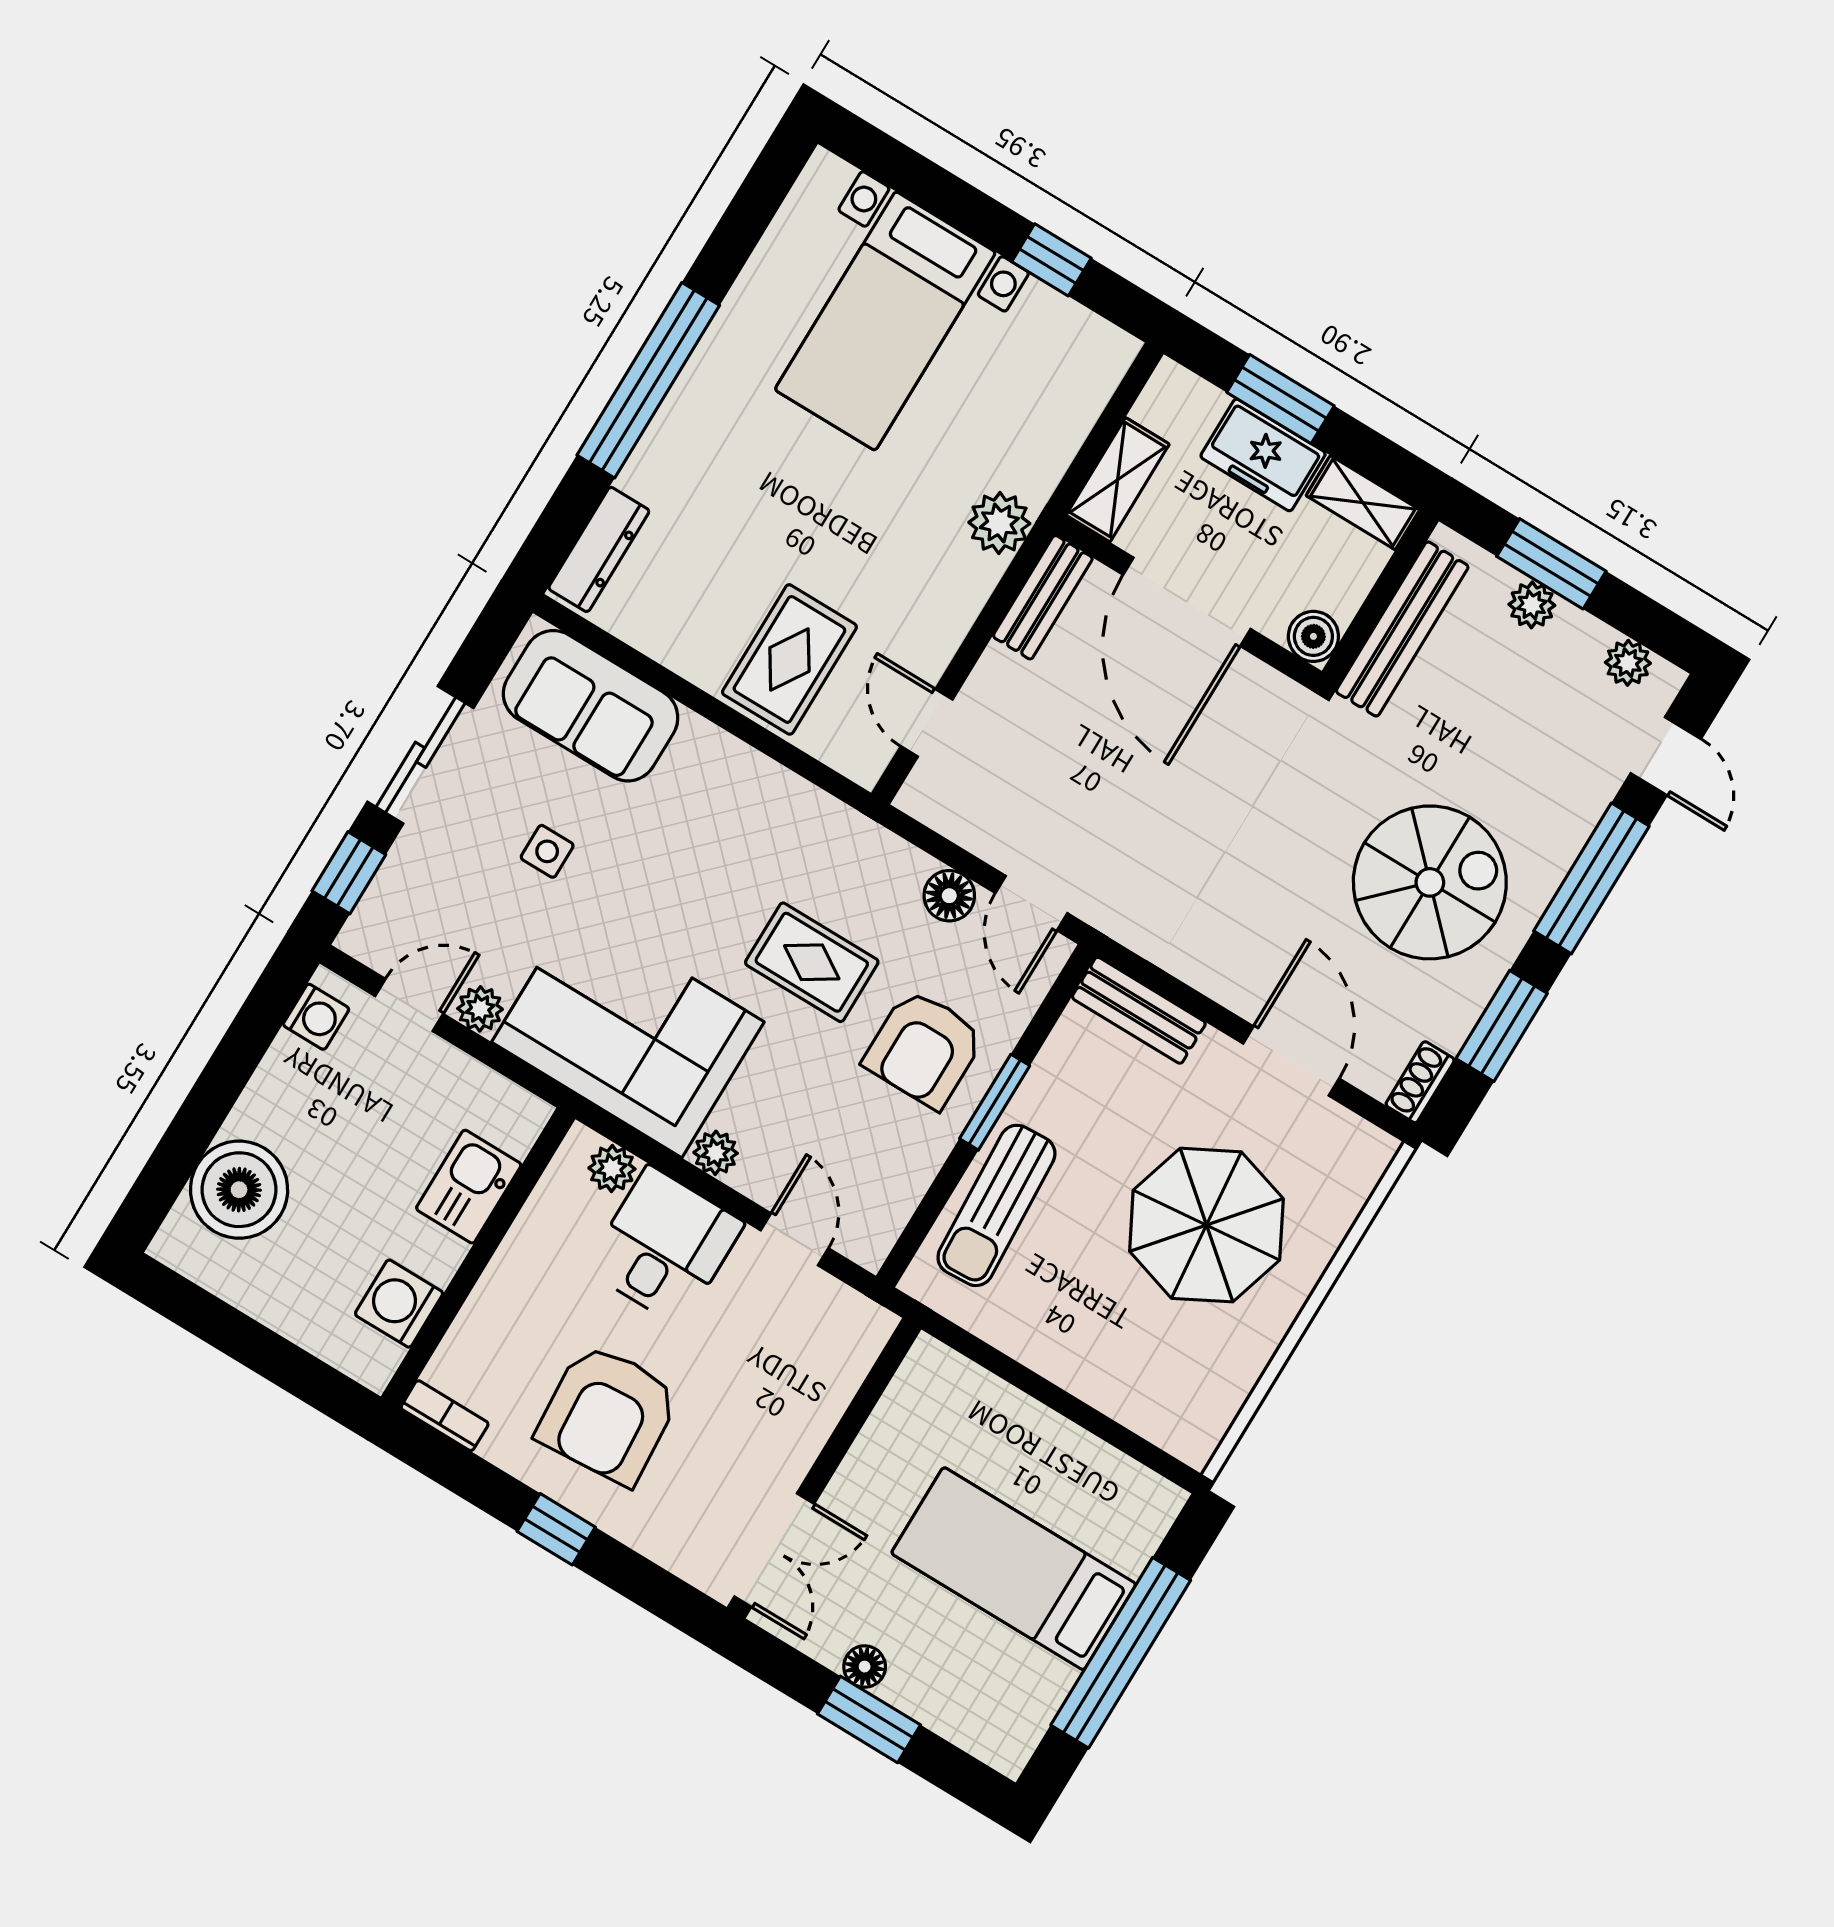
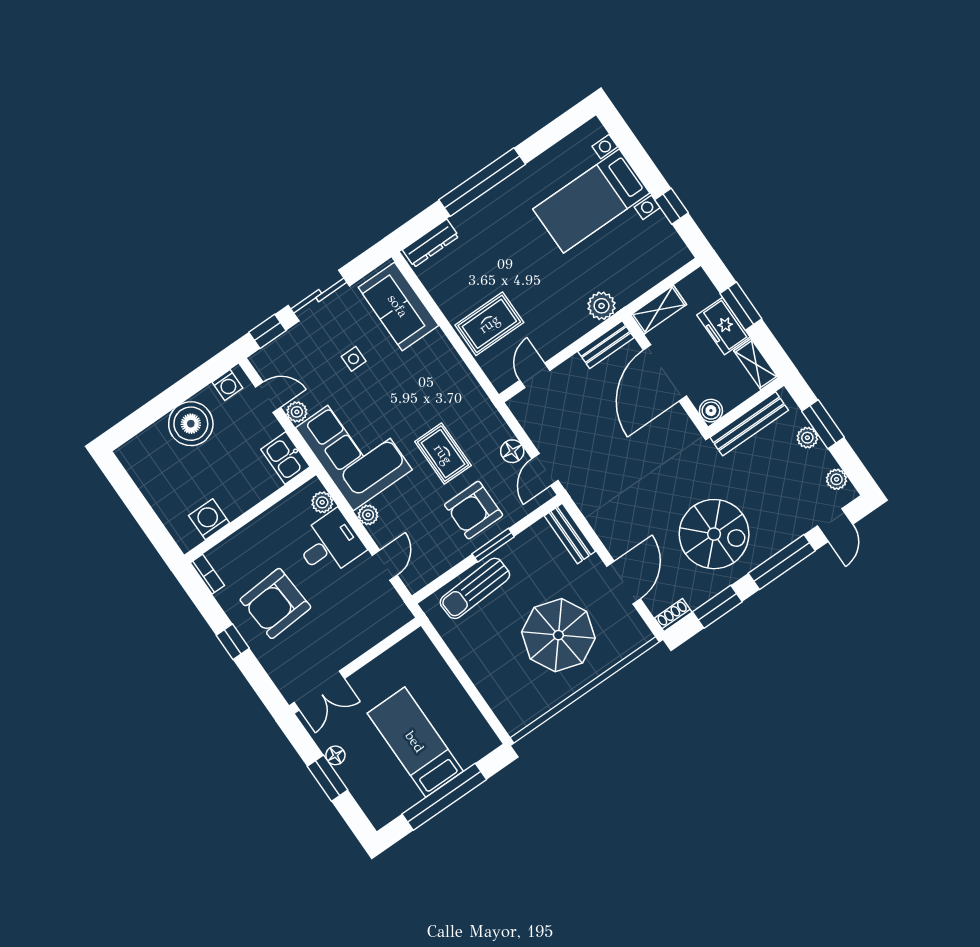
kitchen sink: (469, 1187) -> (285, 458), moved, turned -90
boiler: (239, 1190) -> (191, 424), moved

